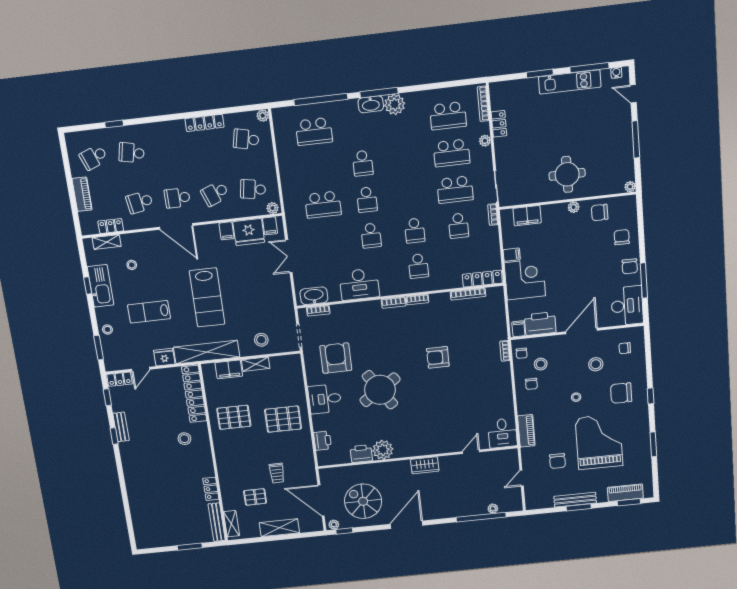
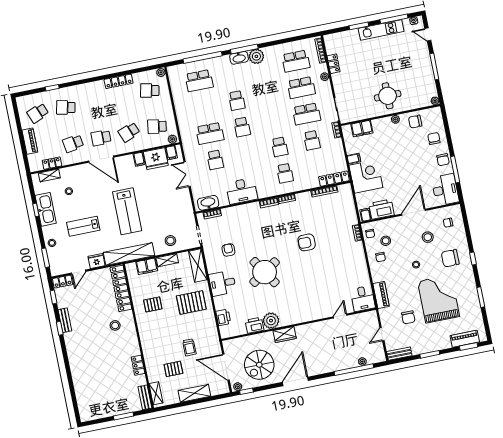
school desk: (371, 236) -> (215, 160), moved
armchair: (336, 358) -> (228, 250), width x0.53, depth x0.53
shelving: (295, 374) -> (198, 265), added
pallet: (234, 417) -> (153, 304), width x0.67, depth x0.71
wardrobe: (425, 465) -> (285, 335), moved
bench: (575, 500) -> (399, 354), moved, width x0.73
spiral stairs: (363, 501) -> (259, 365), turned -90
bench: (217, 522) -> (145, 397), width x0.73

